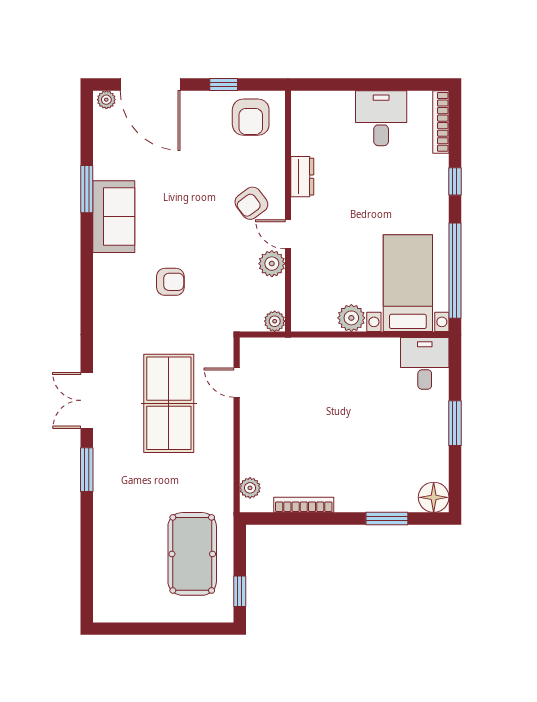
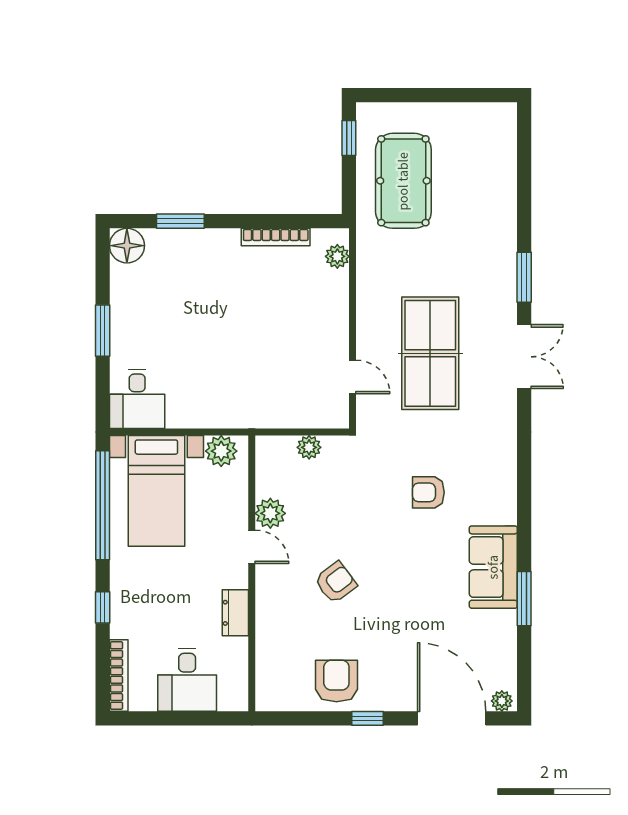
dresser: (302, 177) -> (235, 613), moved
wall: (288, 211) -> (252, 573), moved
door: (288, 234) -> (252, 547), moved
plant: (272, 264) -> (270, 513), moved

